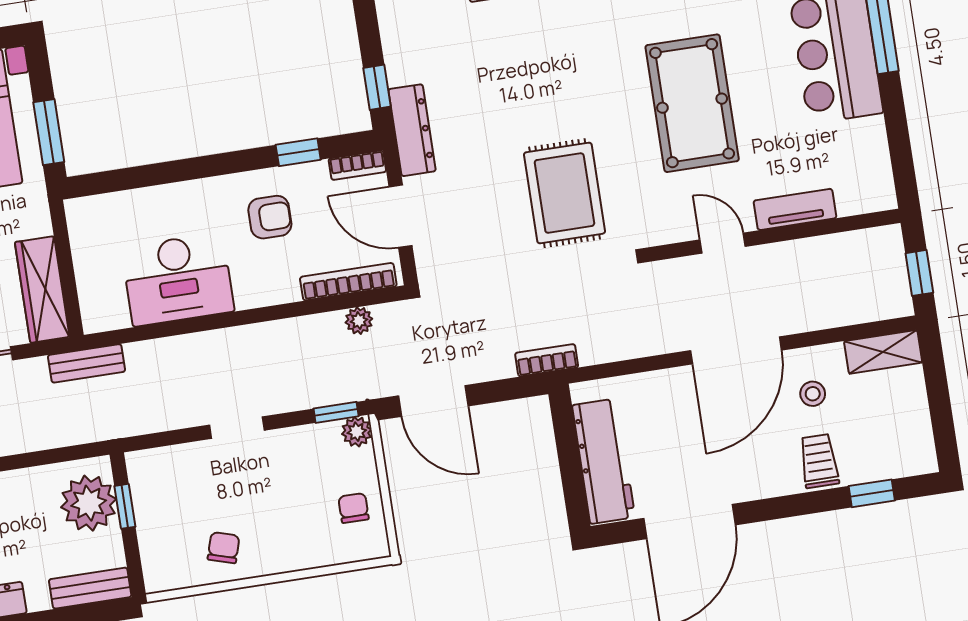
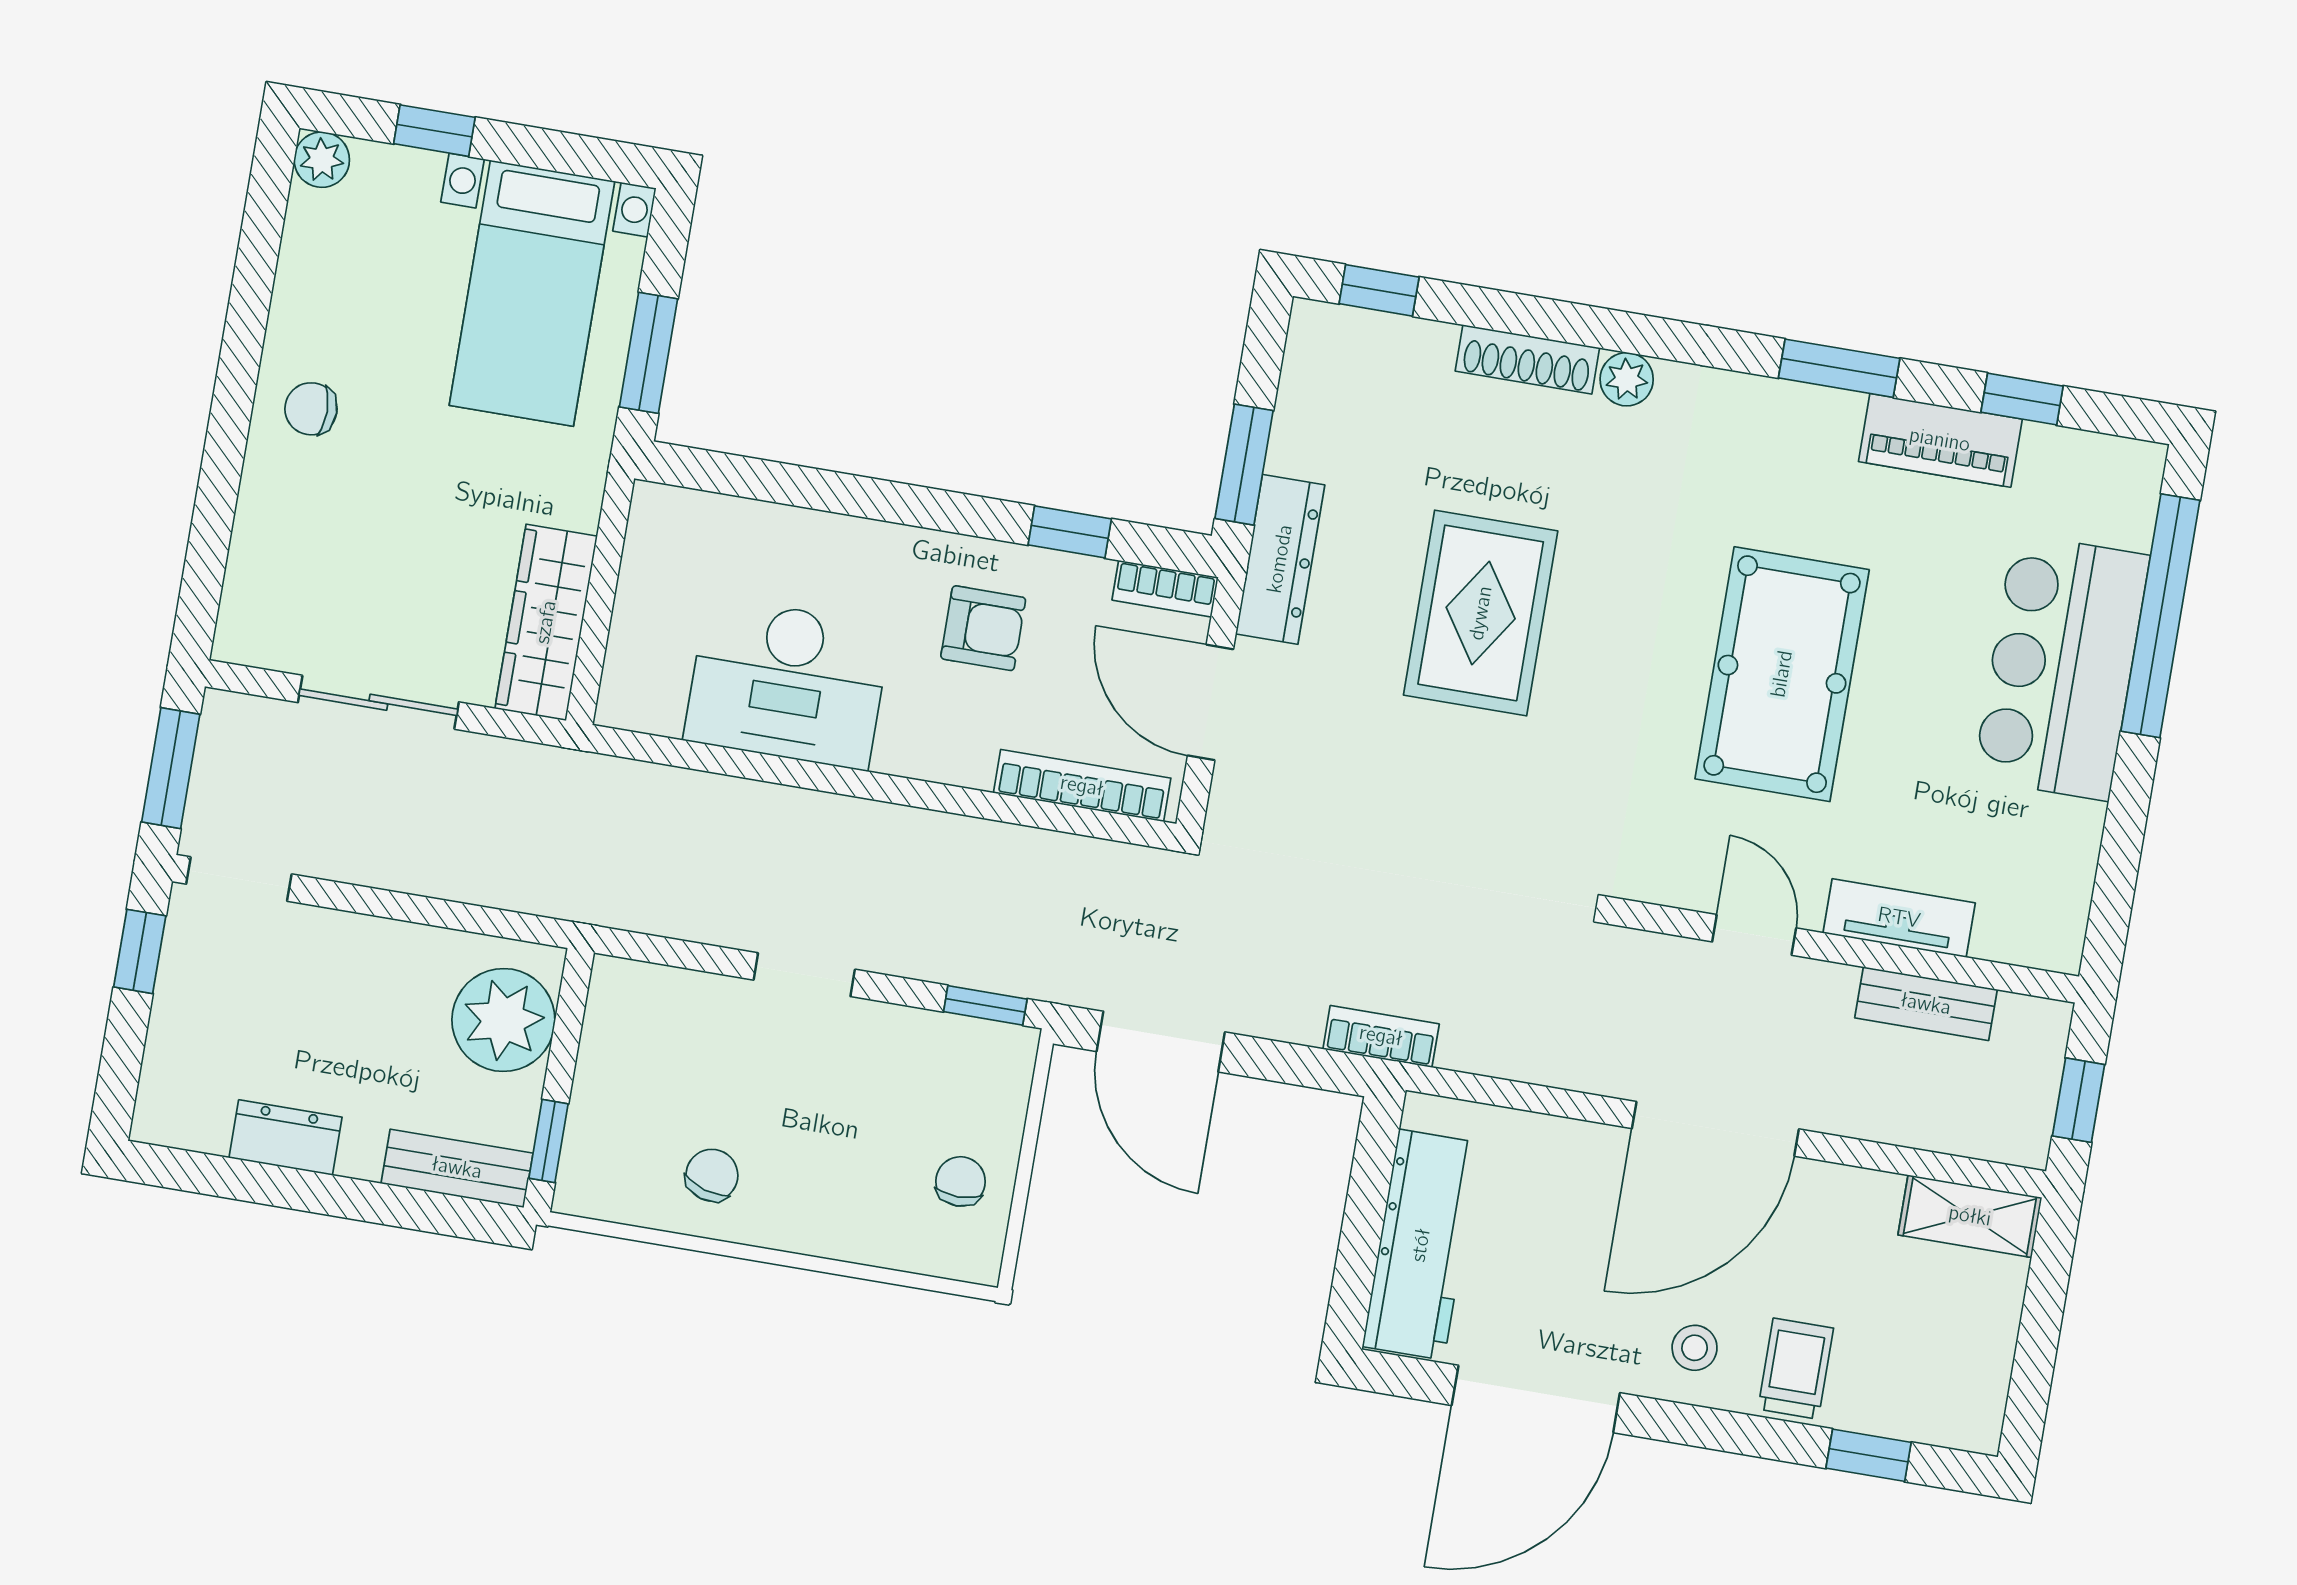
window: (377, 87) -> (1244, 465), width x1.50
rug: (564, 193) -> (1481, 613), moved
plant: (359, 321) -> (1078, 859), removed
bench: (87, 363) -> (1926, 1004), moved
stool: (813, 394) -> (1695, 1348), moved
plant: (357, 432) -> (1010, 1051), removed
window: (125, 506) -> (549, 1141), moved

